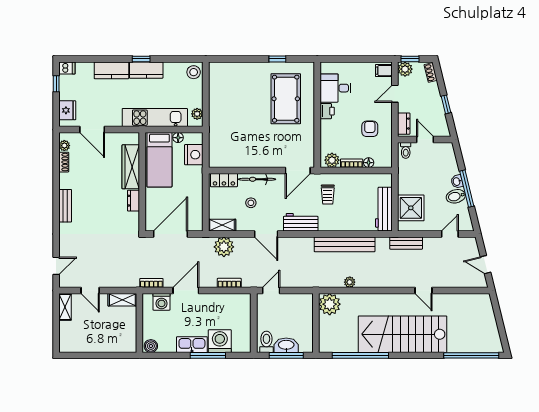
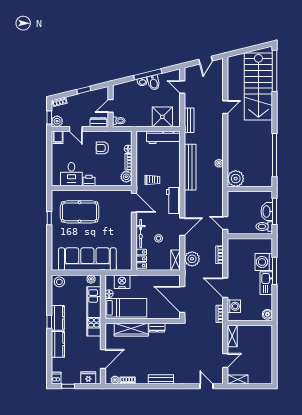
sofa: (224, 109) -> (87, 259), added
stairs: (403, 334) -> (258, 87), moved

